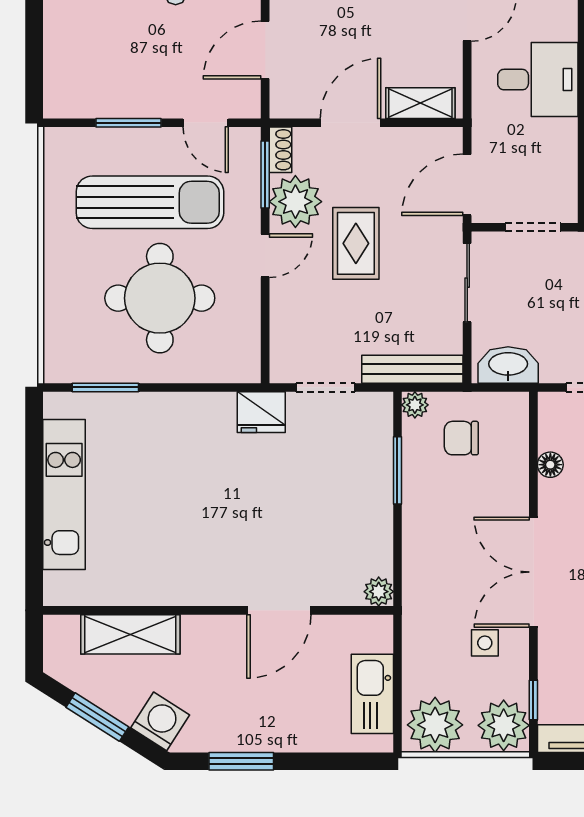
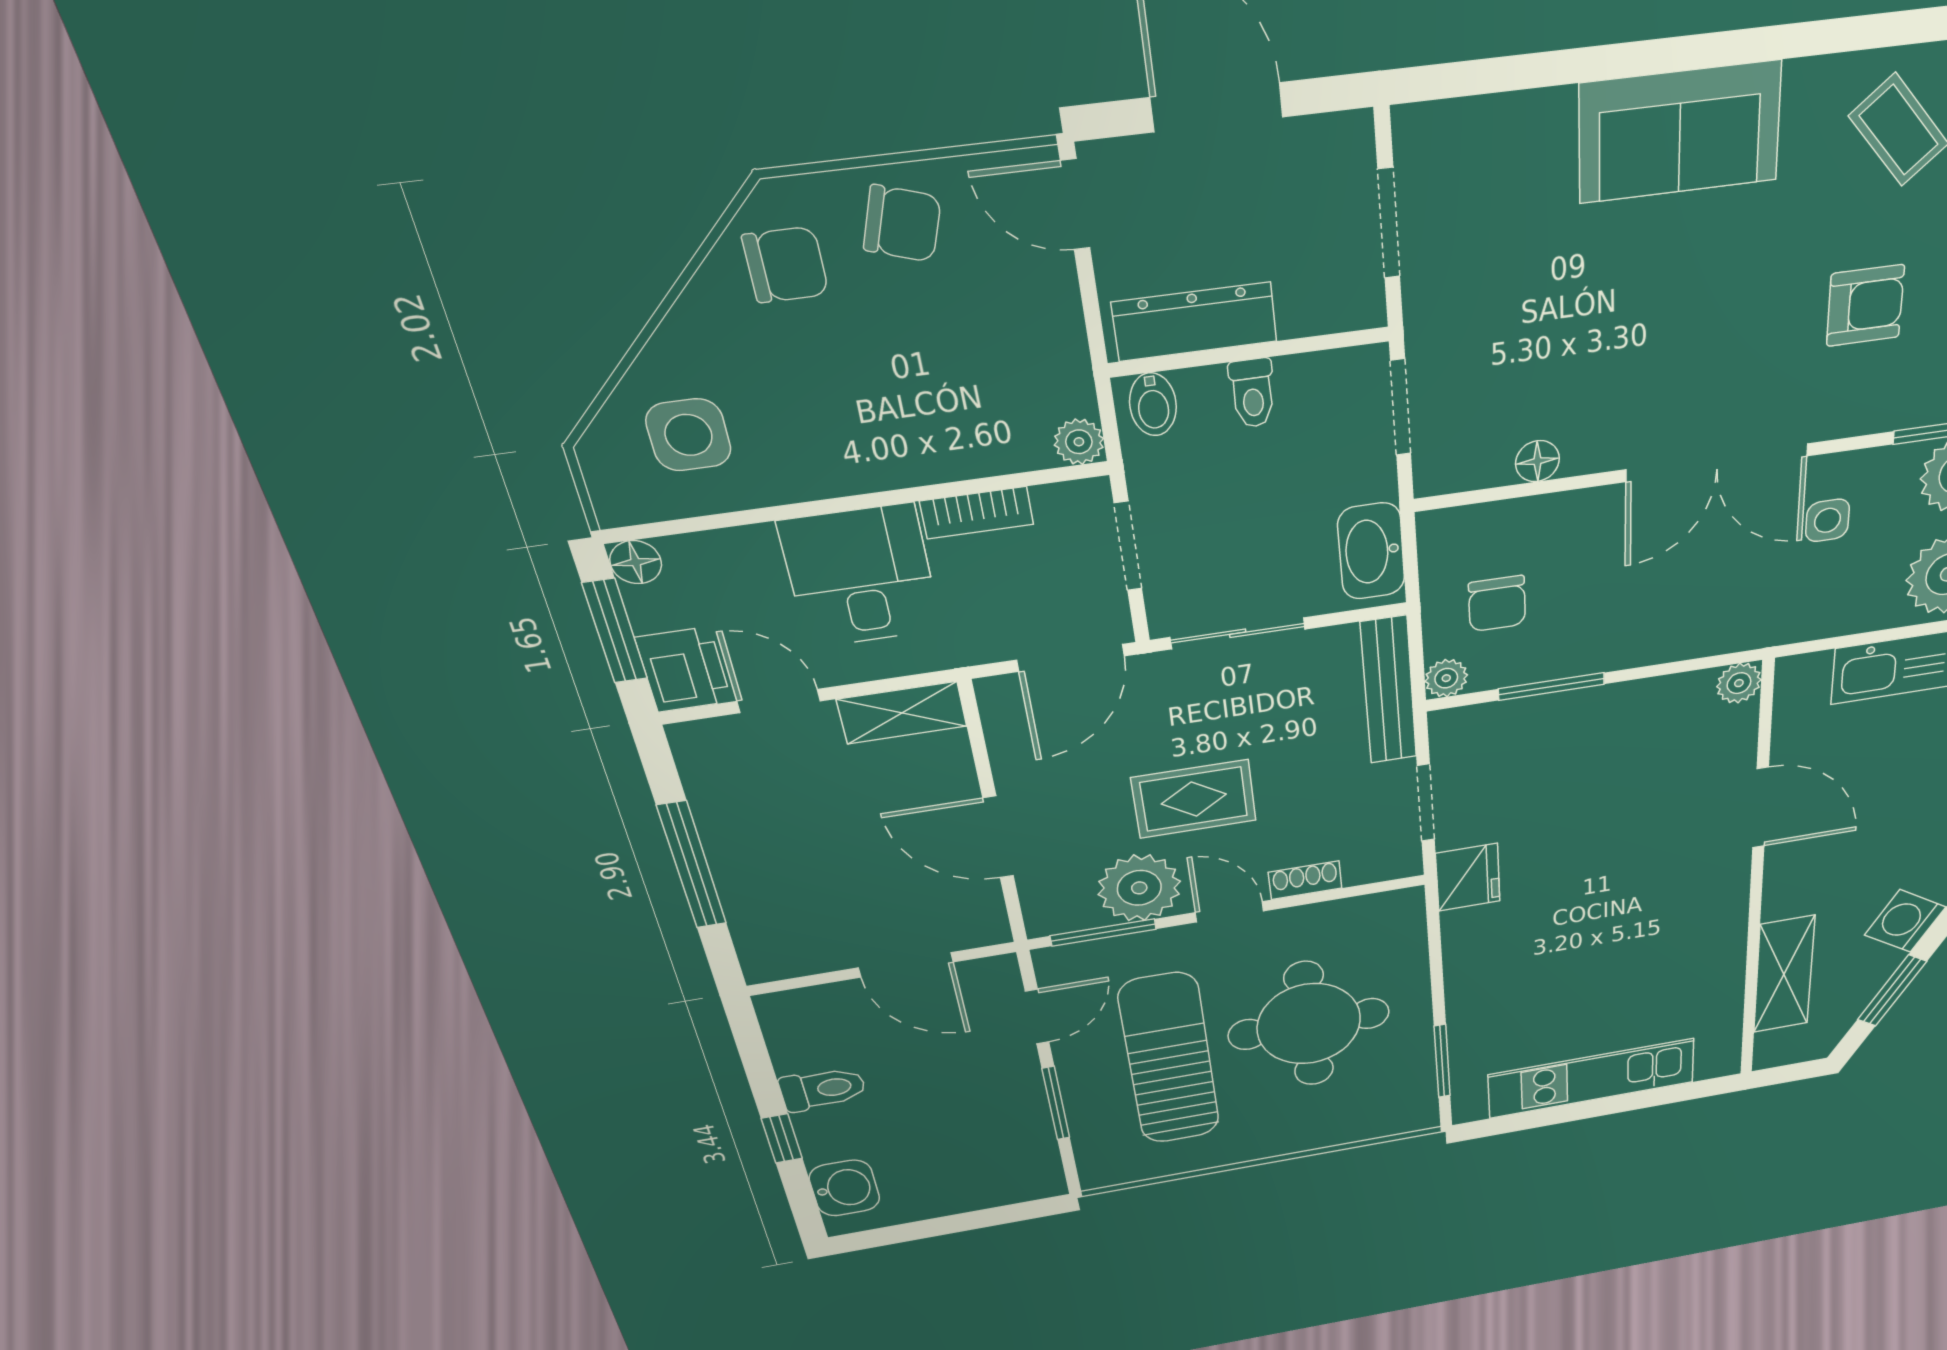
shelving: (420, 103) -> (902, 713), moved, turned 90
bookcase: (566, 149) -> (977, 513), added
shoe rack: (280, 150) -> (1305, 880), moved
door: (467, 185) -> (1071, 658), hinge flipped

